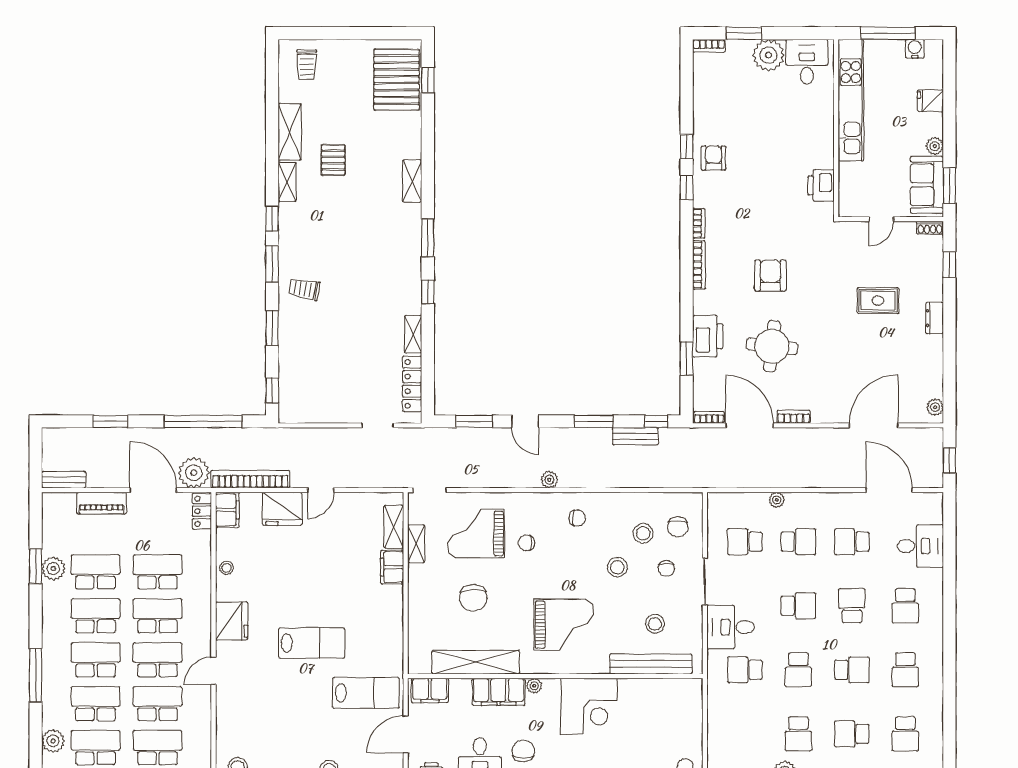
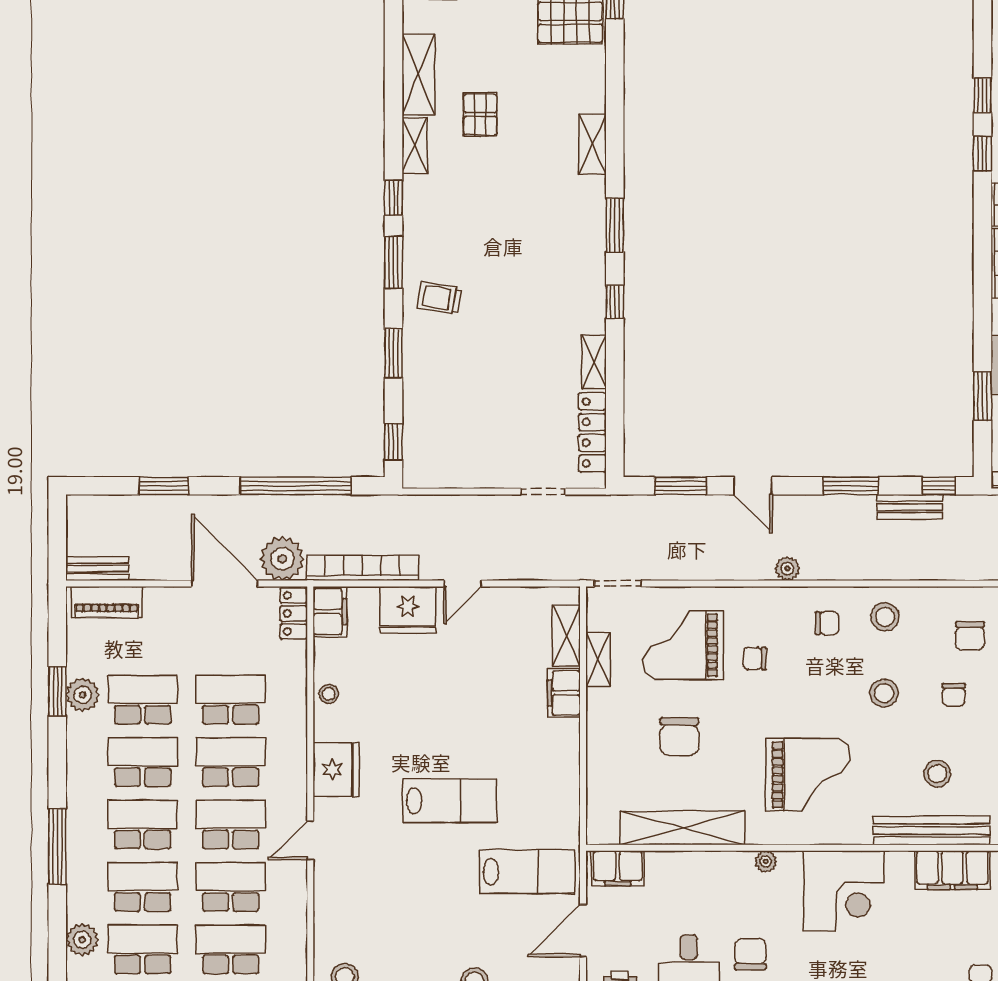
piano: (102, 503) -> (107, 602), moved
stool: (643, 533) -> (885, 617), moved
filing cabinet: (499, 692) -> (952, 870), moved

